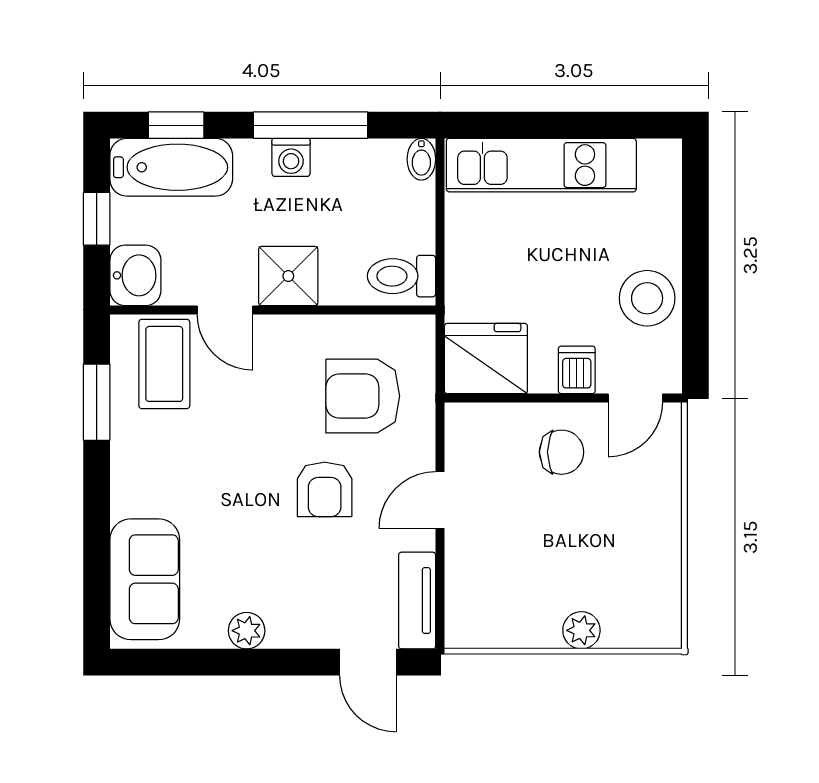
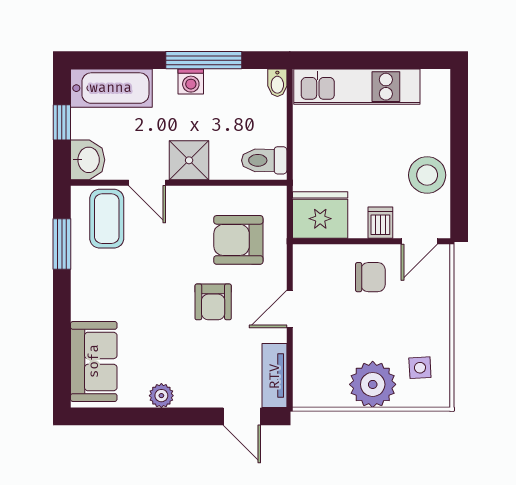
window: (176, 125) -> (115, 60), removed
side table: (636, 589) -> (420, 368), added
plant: (581, 630) -> (373, 384), width x1.88, depth x1.88

